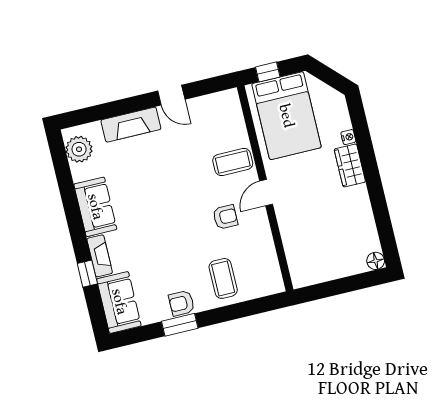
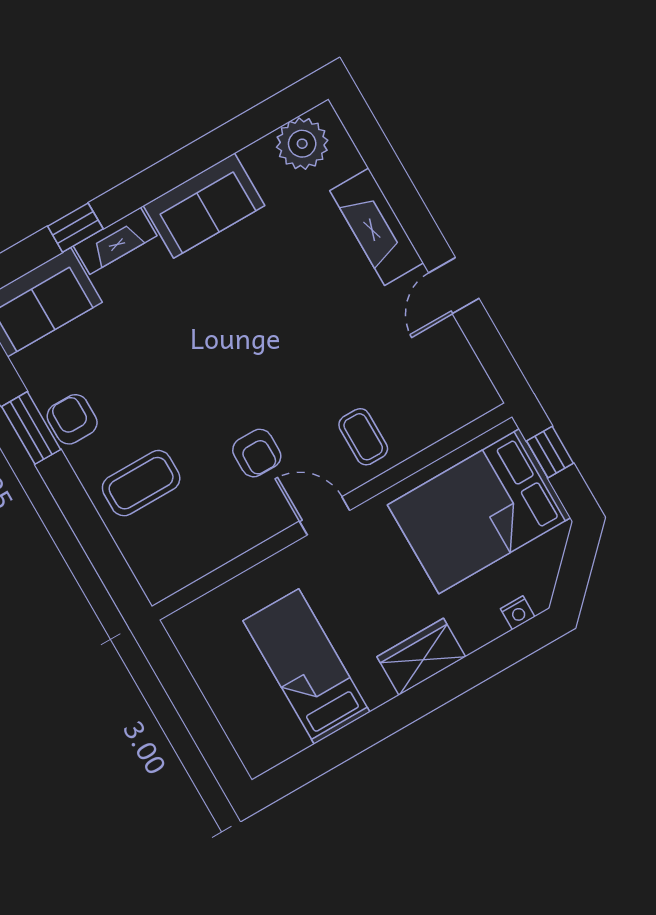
nightstand: (348, 137) -> (518, 613), moved
coffee table: (233, 162) -> (363, 437), width x0.73, depth x0.77
bed: (338, 224) -> (306, 666), added
floor lamp: (376, 261) -> (258, 757), removed

